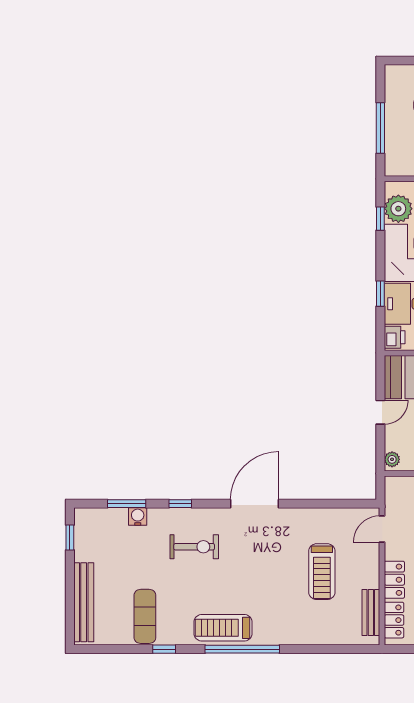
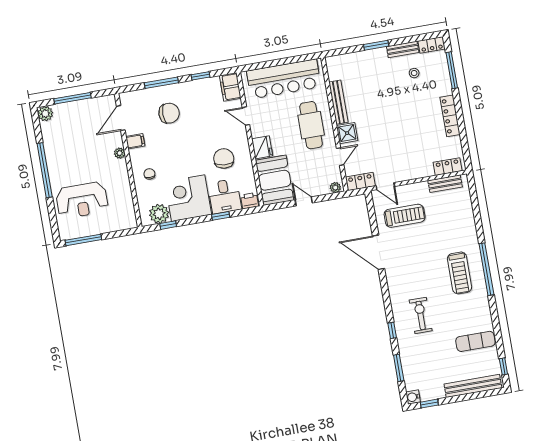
window: (380, 128) -> (83, 240), moved
door: (255, 504) -> (378, 252), moved
water cooler: (138, 517) -> (413, 397), moved
treadmill: (322, 572) -> (405, 216), moved
locker: (394, 580) -> (360, 181), moved
treadmill: (223, 628) -> (459, 273), moved
window: (164, 649) -> (503, 366), moved

